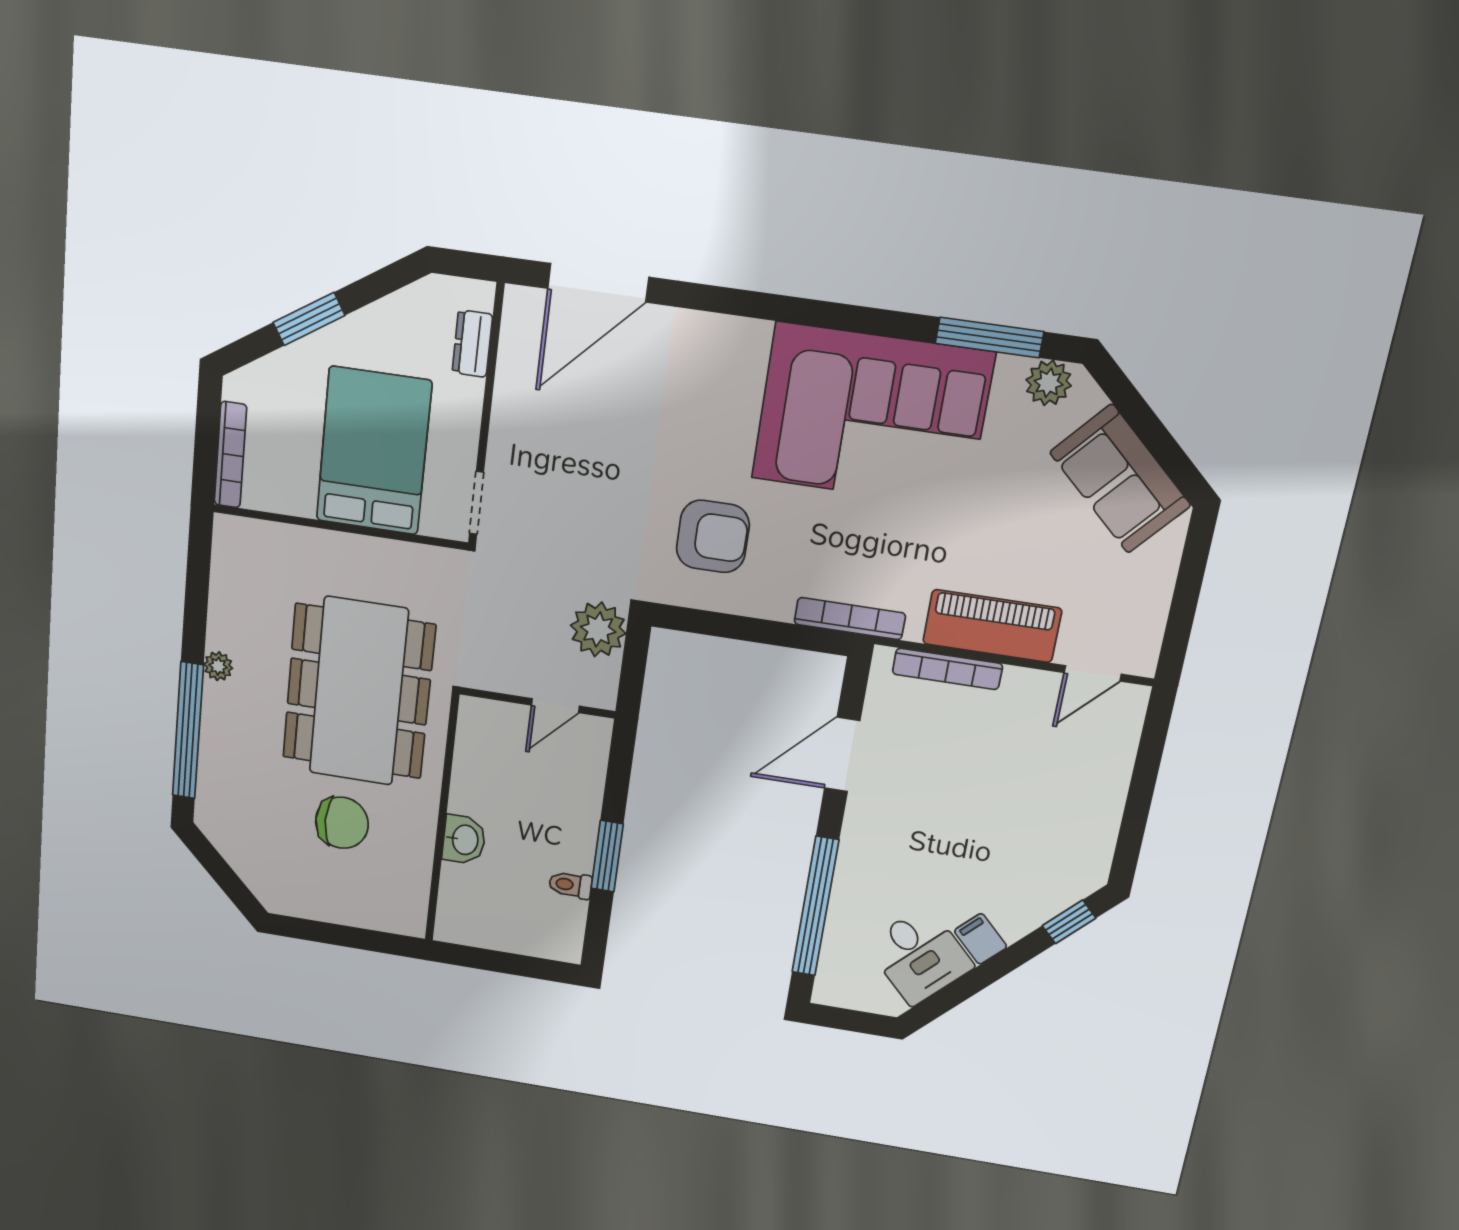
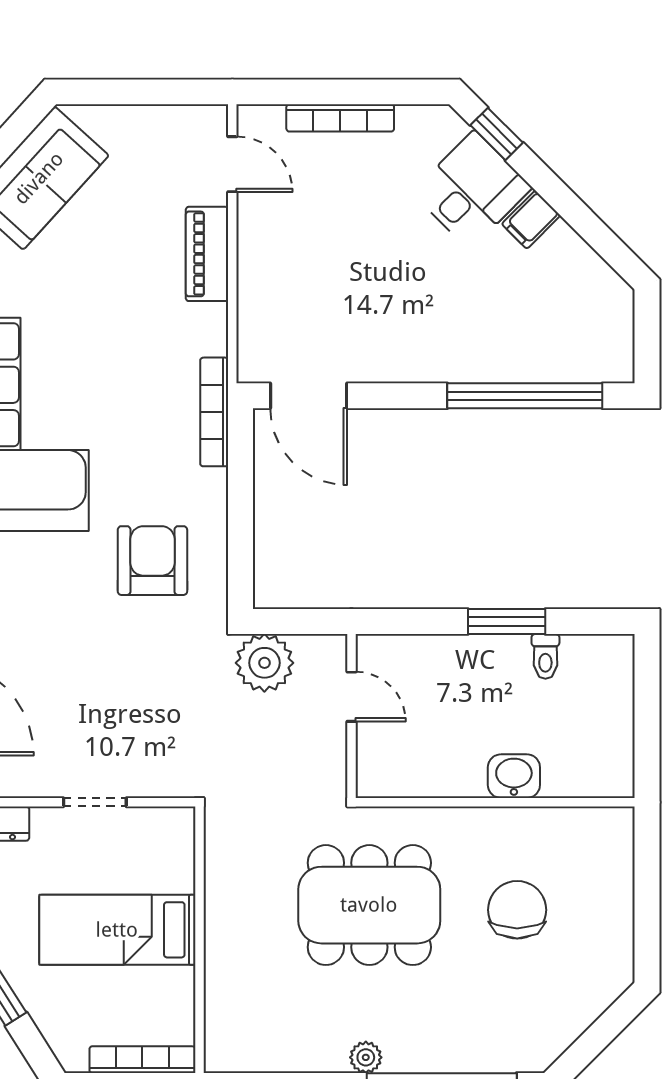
bed: (374, 451) -> (117, 930), width x0.67
doorway: (477, 503) -> (95, 802), moved
piano: (992, 626) -> (207, 254), width x0.73, depth x0.75
bookcase: (947, 669) -> (340, 118), moved, turned 90
dining table: (358, 691) -> (369, 905), width x0.73, depth x0.80
door: (842, 754) -> (309, 396), moved
desk: (919, 956) -> (472, 190), moved

